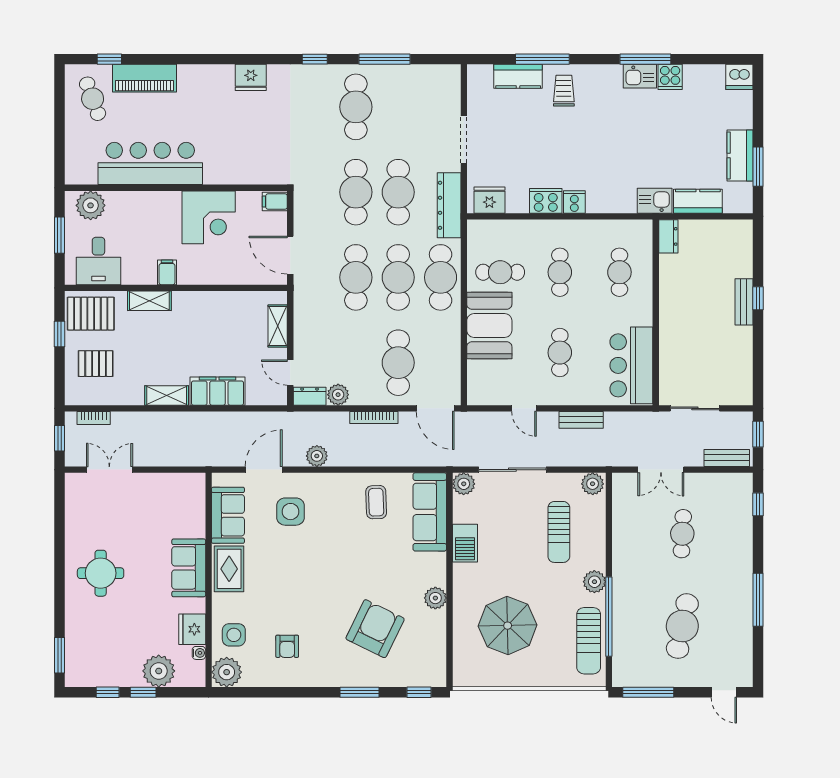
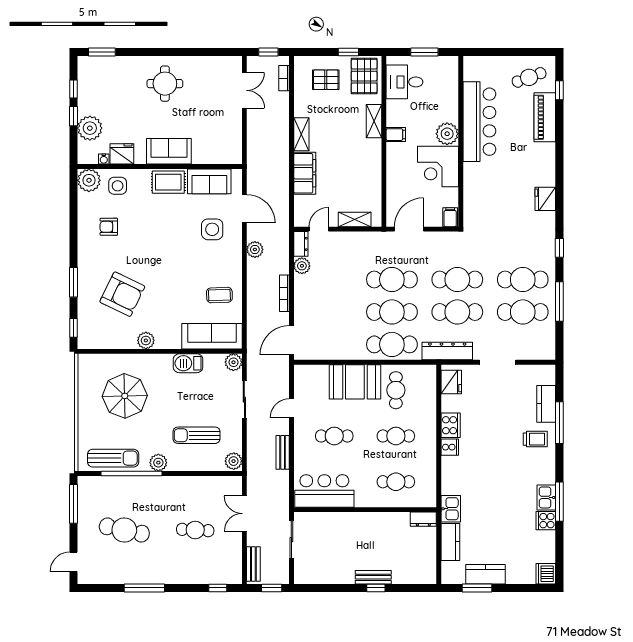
plant: (91, 205) -> (447, 134), moved
cafe table: (398, 363) -> (523, 312), moved
pallet: (96, 364) -> (326, 80), turned 90
sliding door: (512, 470) -> (244, 400), width x0.73
sun lounger: (589, 641) -> (113, 458), turned 180

